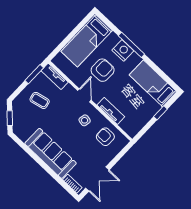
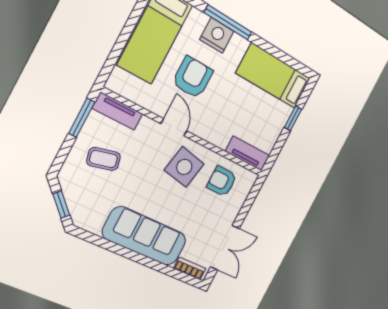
tv unit: (111, 111) -> (248, 153), moved
side table: (85, 120) -> (184, 167), width x1.87, depth x1.87

